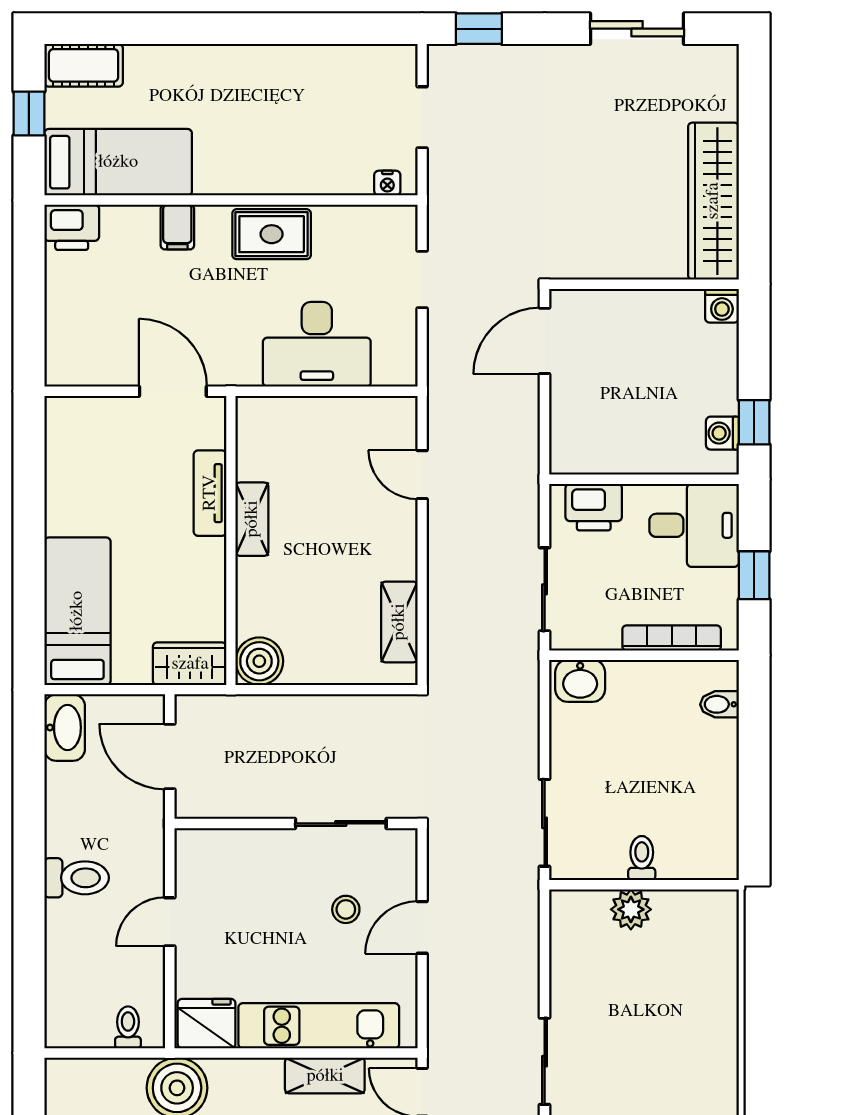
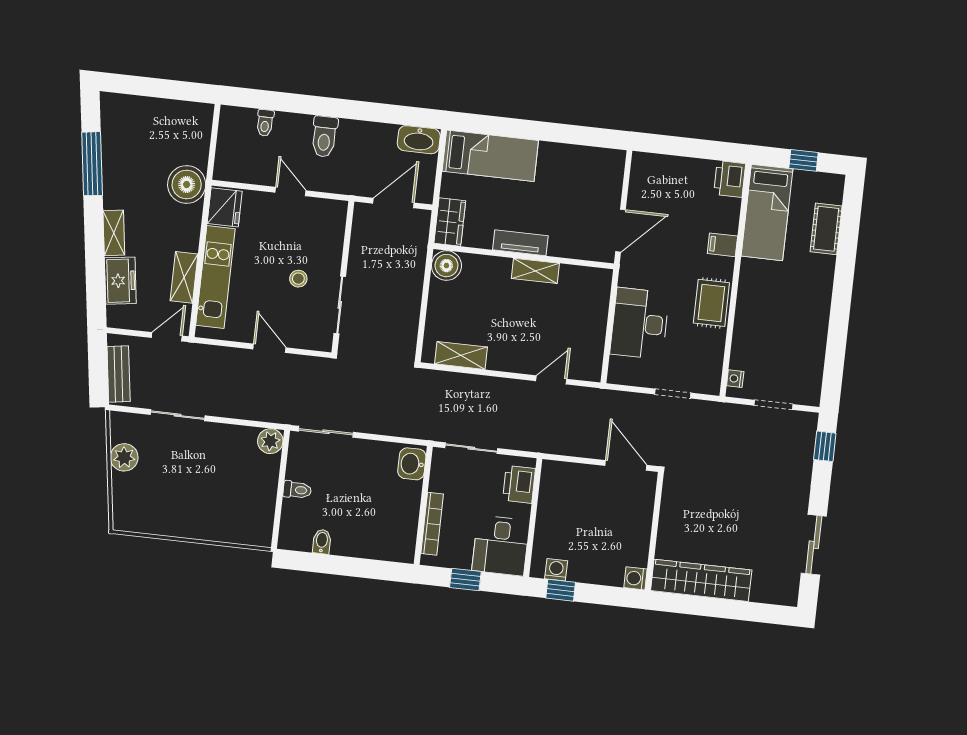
cot: (84, 65) -> (826, 229), moved
tv unit: (210, 493) -> (520, 243), moved
bidet: (719, 704) -> (322, 542), moved
stool: (346, 909) -> (298, 279), moved
plant: (631, 909) -> (270, 441), moved
toilet: (128, 1027) -> (265, 123), moved, turned 90

